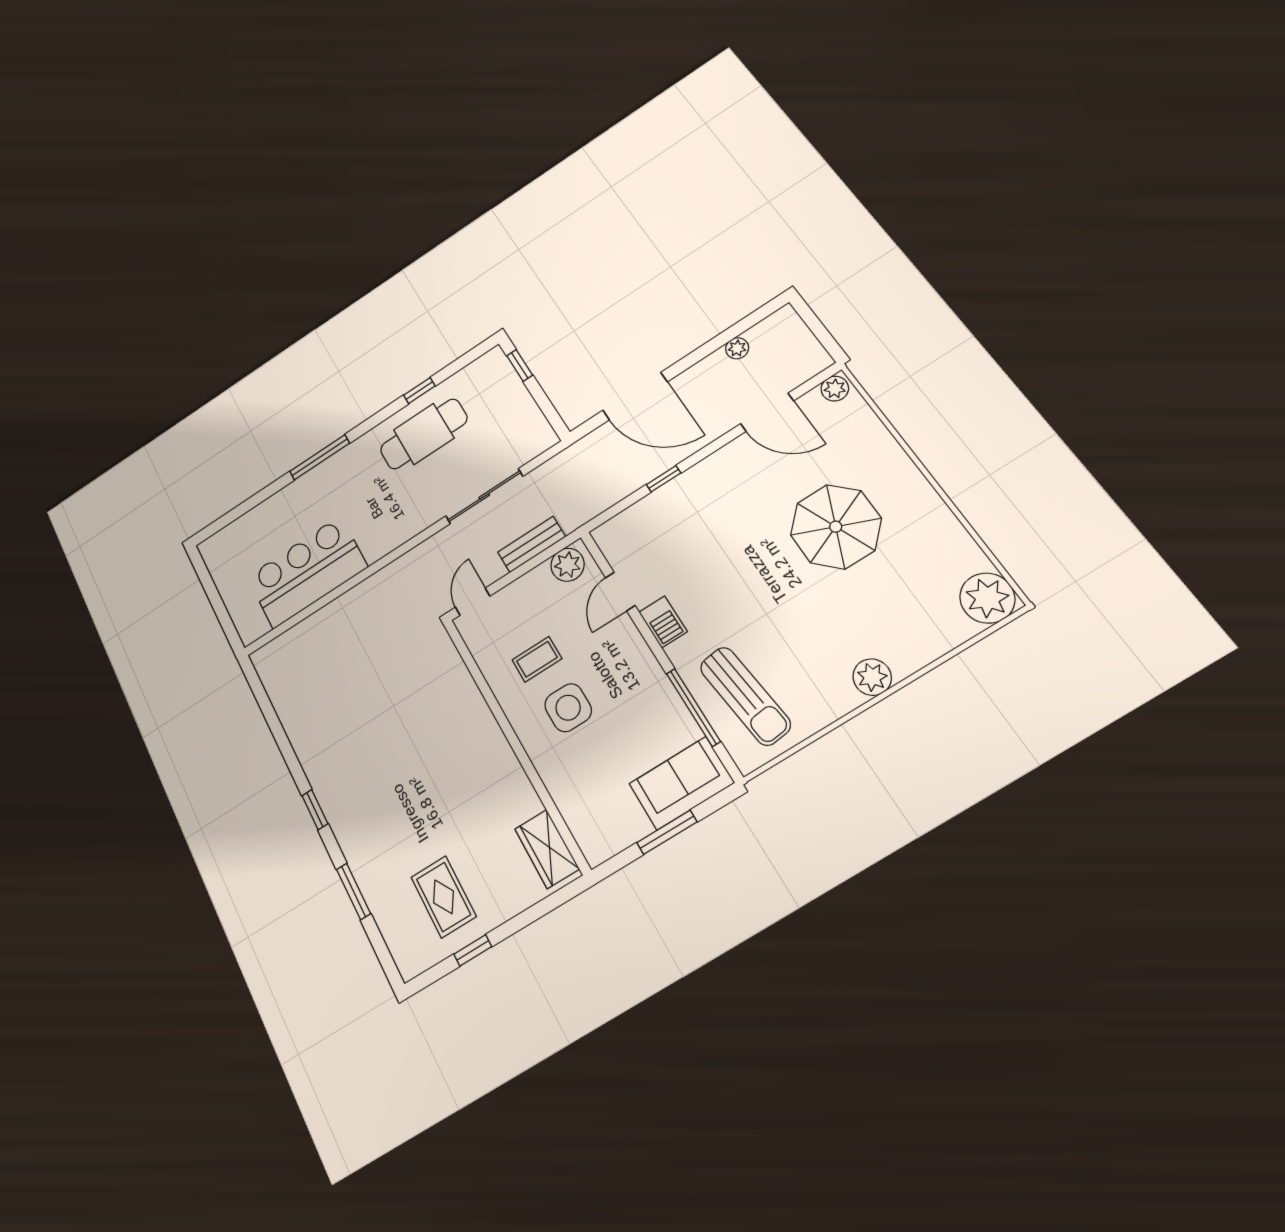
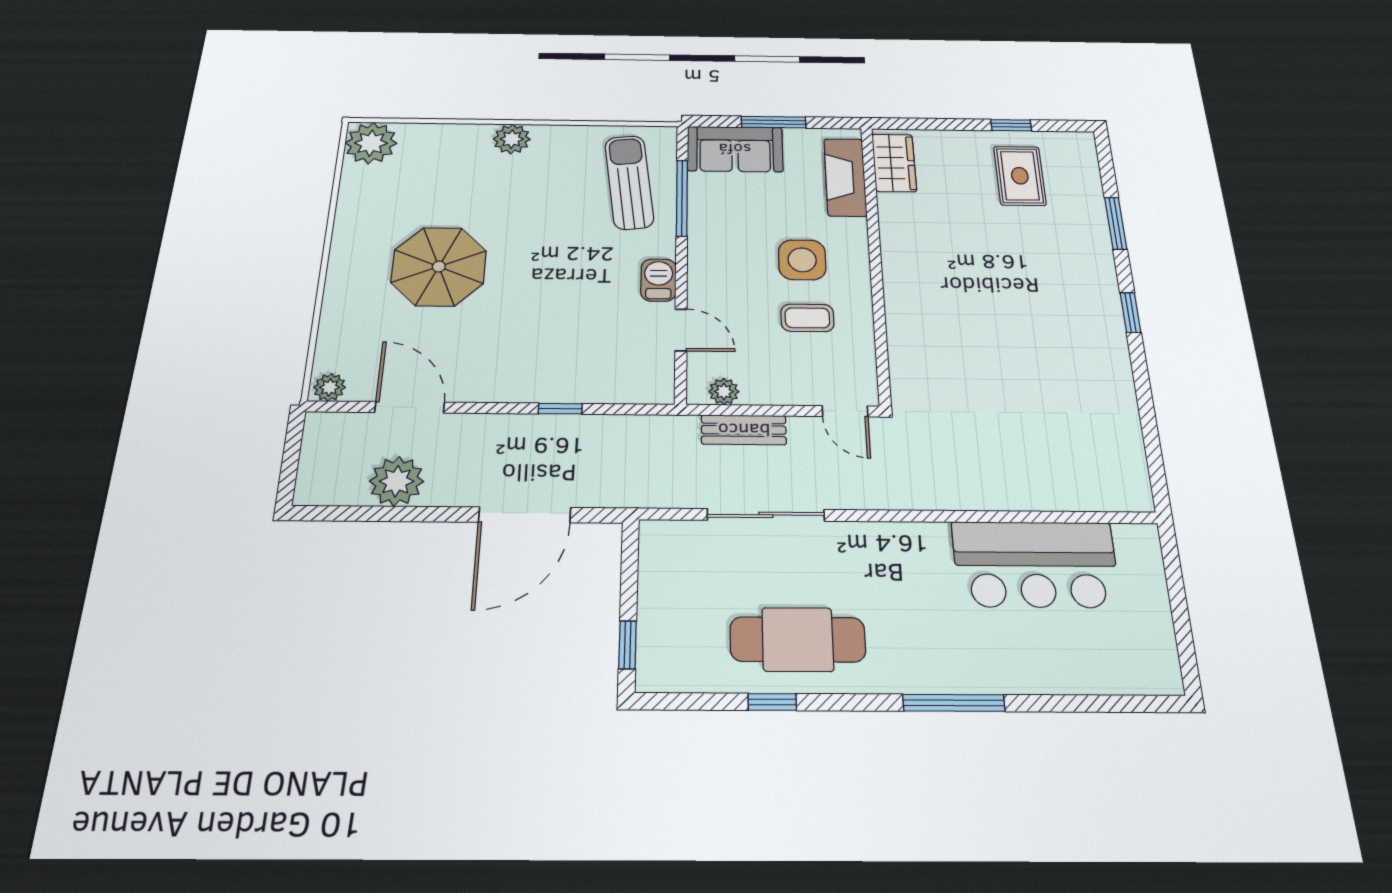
plant: (737, 348) -> (397, 481), width x1.88, depth x1.88
door: (635, 396) -> (525, 515), swing flipped
plant: (568, 565) -> (724, 392), width x0.73, depth x0.73
door: (620, 591) -> (681, 330), hinge flipped
door: (473, 602) -> (845, 411), hinge flipped
fireplace: (578, 809) -> (845, 177), added

